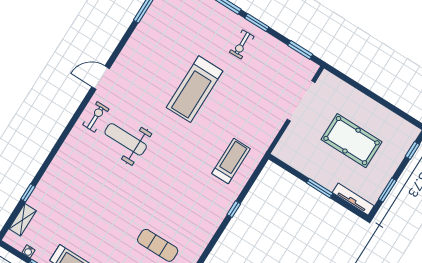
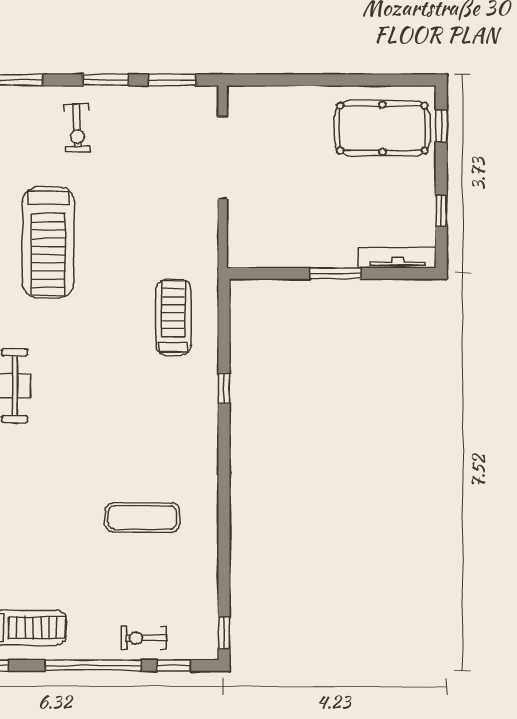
window: (257, 23) -> (106, 80), moved
pool table: (352, 141) -> (382, 128), moved
window: (387, 190) -> (441, 211), width x0.67

